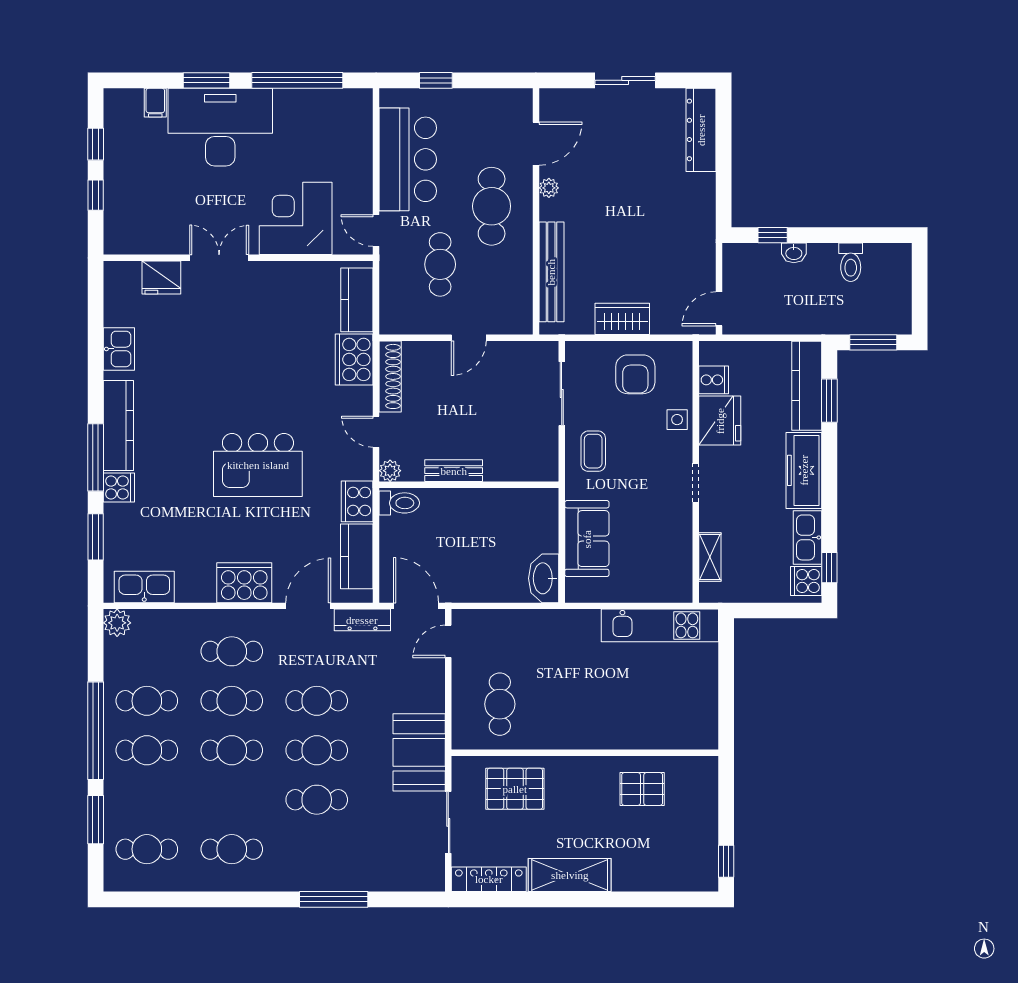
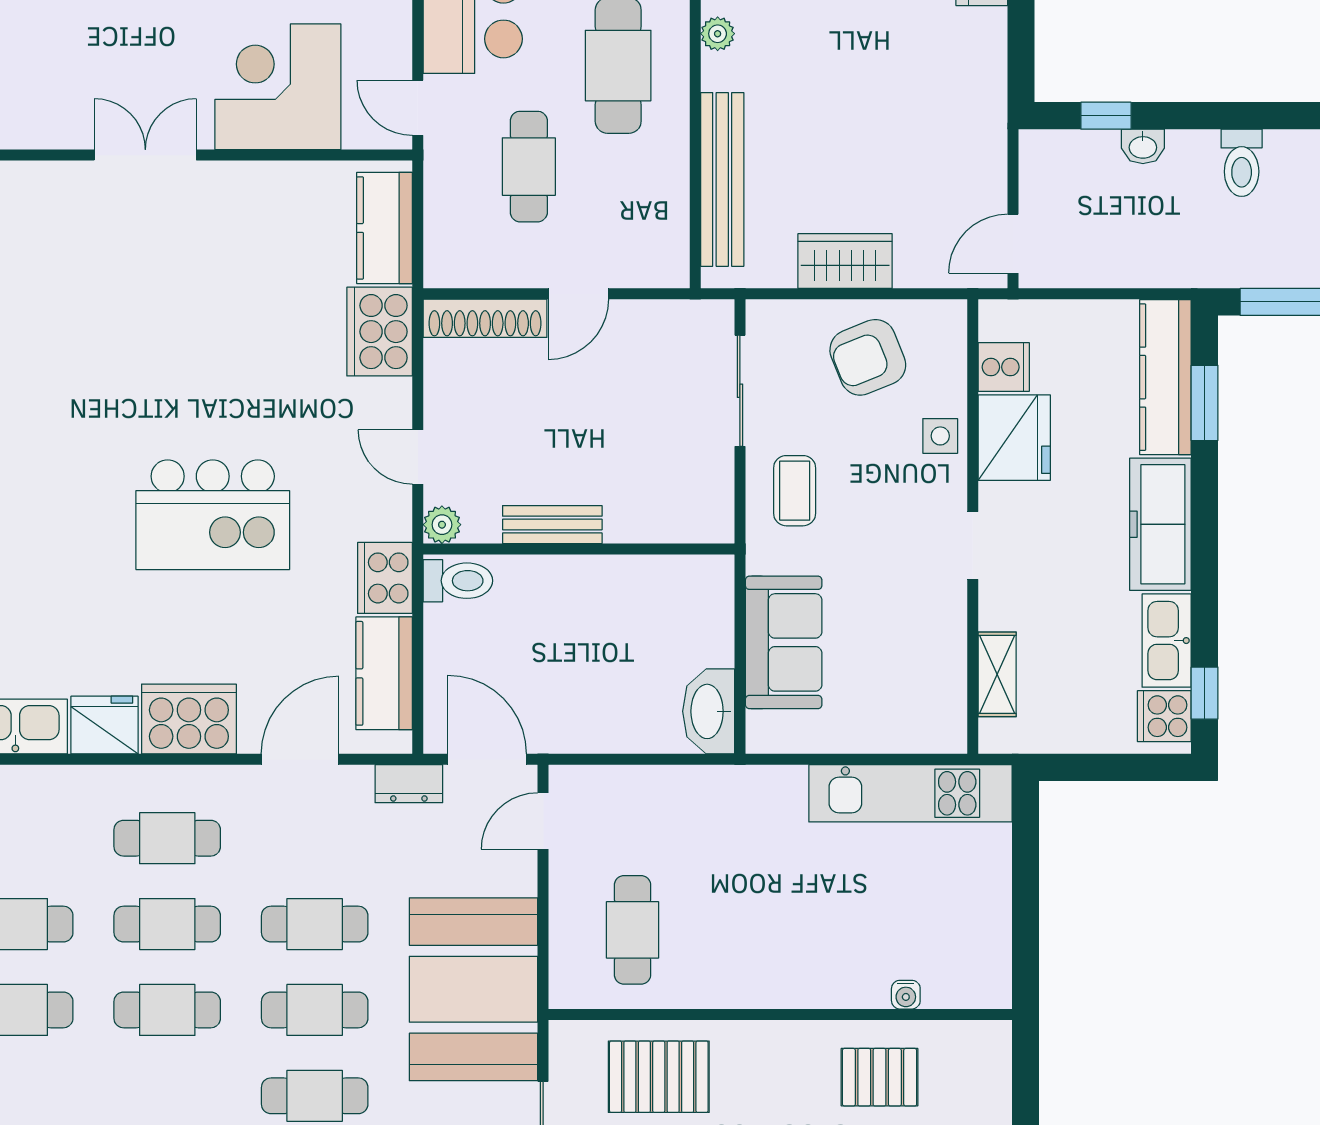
fridge: (161, 278) -> (104, 725), moved, turned 180
armchair: (635, 374) -> (868, 357), turned 68
shoe rack: (390, 376) -> (485, 318), moved, turned 90
dresser: (362, 620) -> (409, 784), width x0.70
water cooler: (657, 741) -> (906, 995), added
booth: (419, 752) -> (474, 989), width x1.36, depth x1.42

